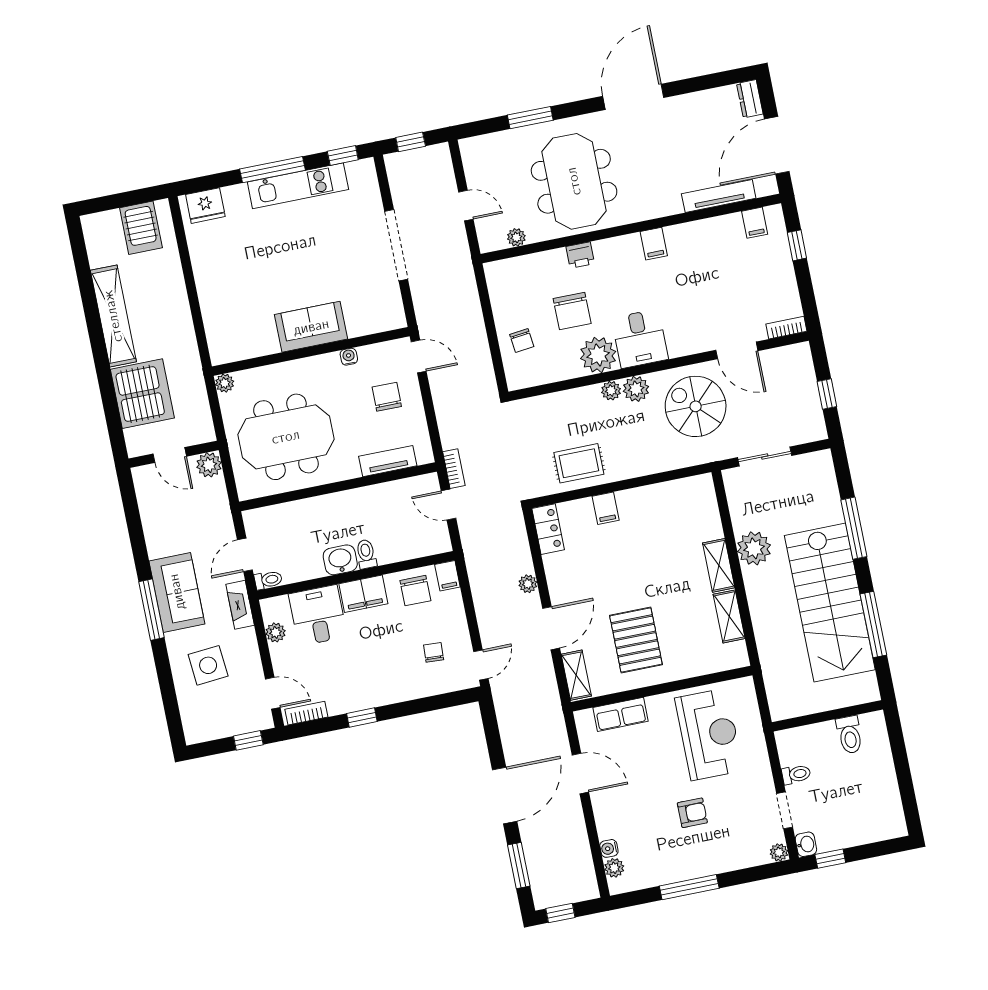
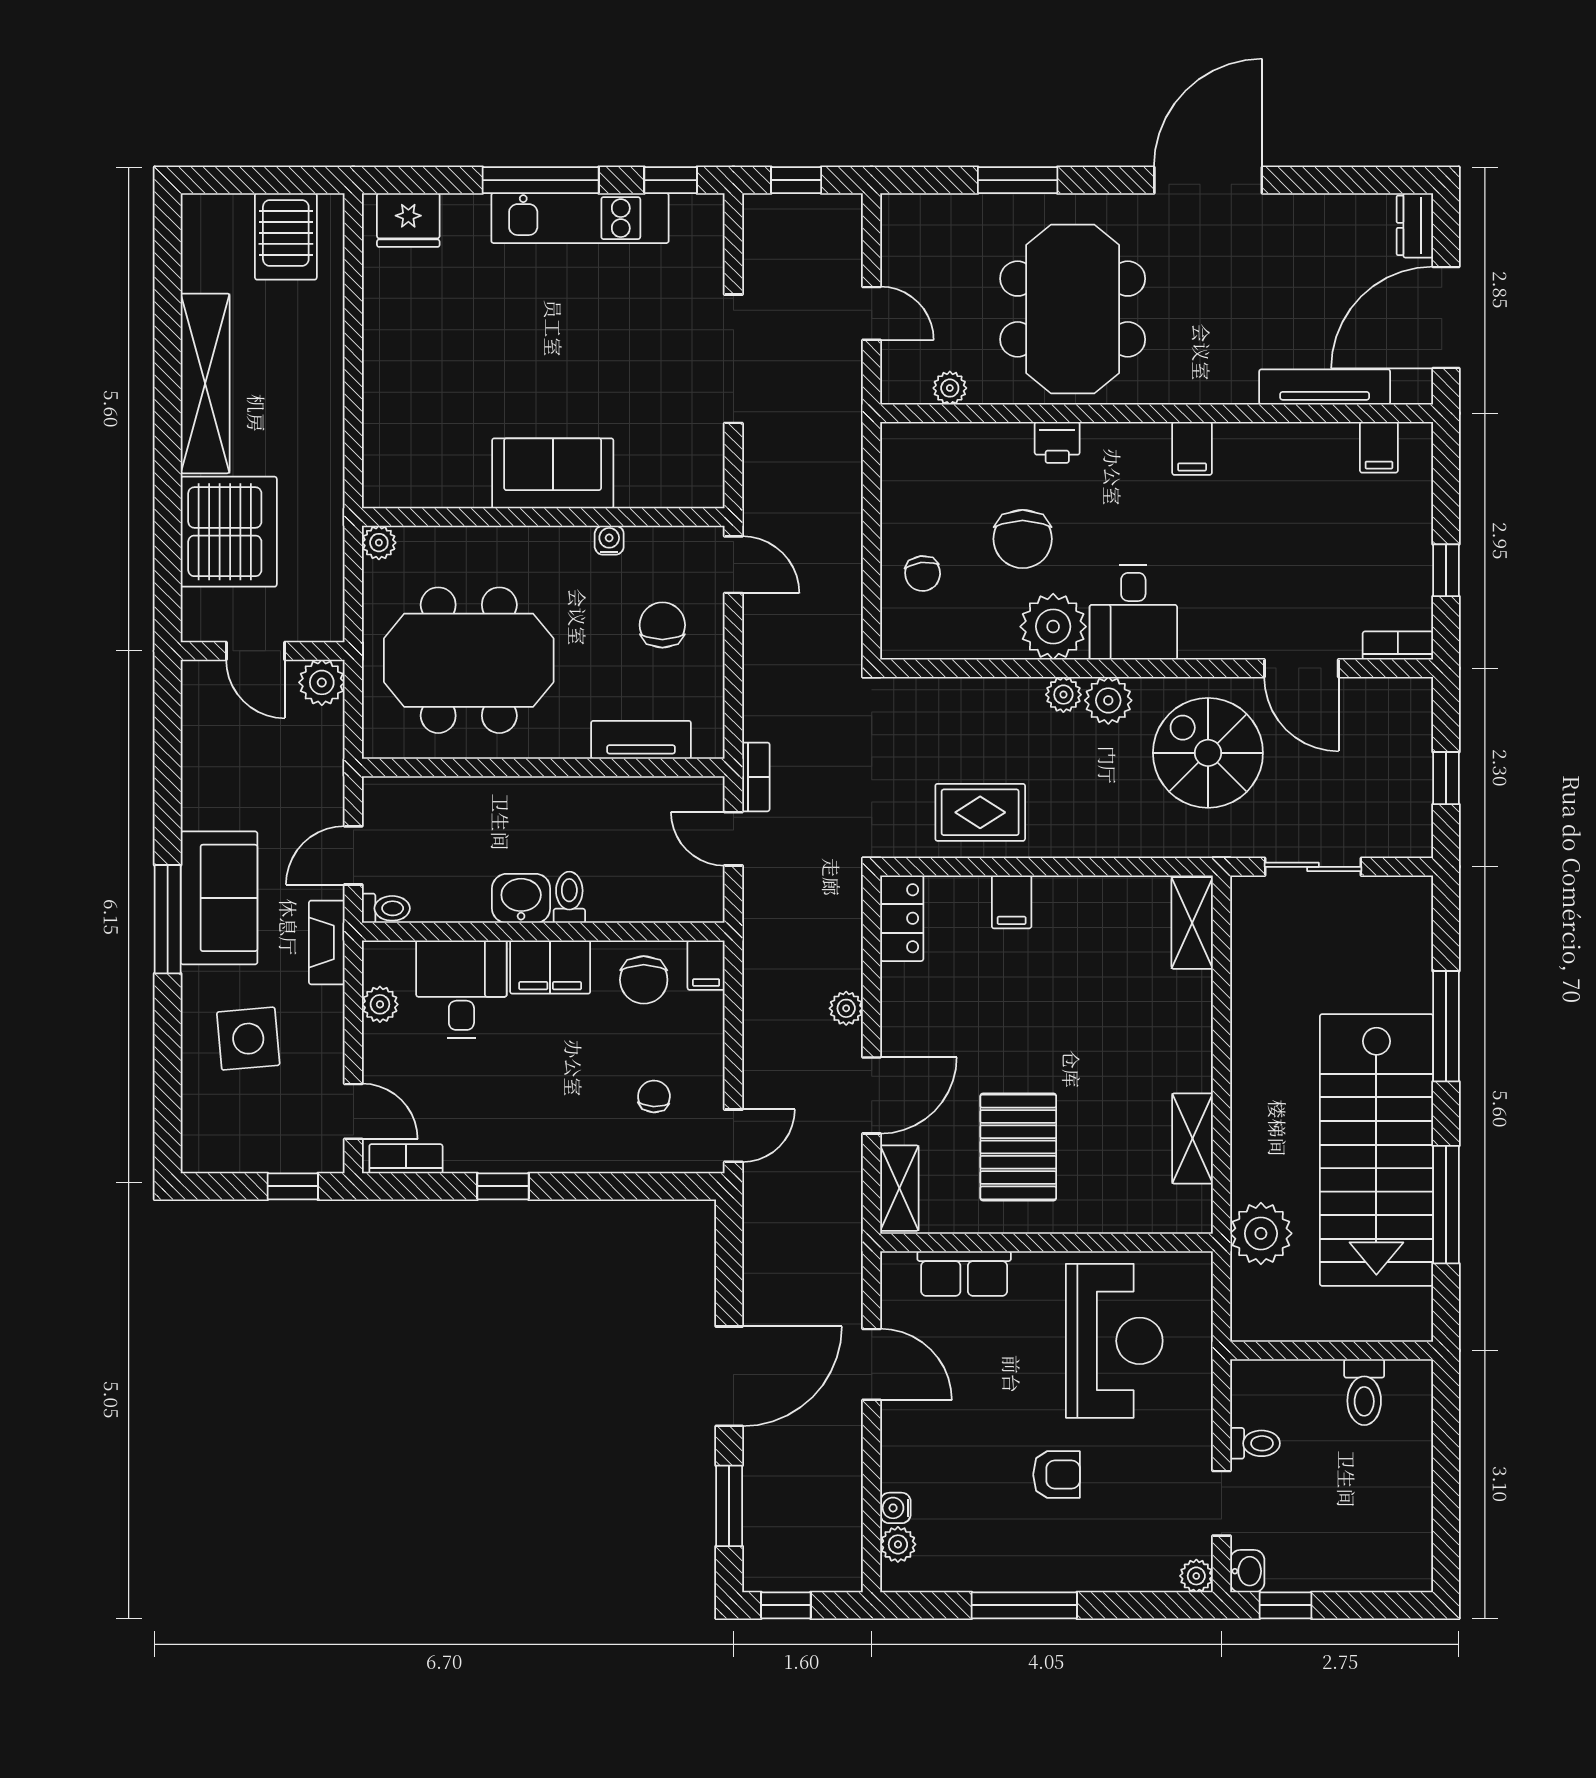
window: (797, 245) -> (1446, 570), moved
plant: (754, 548) -> (1261, 1233), moved
shelving: (719, 565) -> (1192, 923), moved

